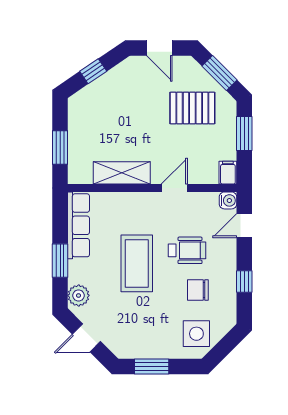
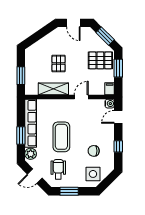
window: (93, 71) -> (38, 35), removed
pallet: (192, 108) -> (100, 60), moved
pallet: (131, 125) -> (59, 63), added
row of seats: (79, 225) -> (31, 123), width x1.36
wheelchair: (187, 250) -> (58, 169), moved, turned -90

